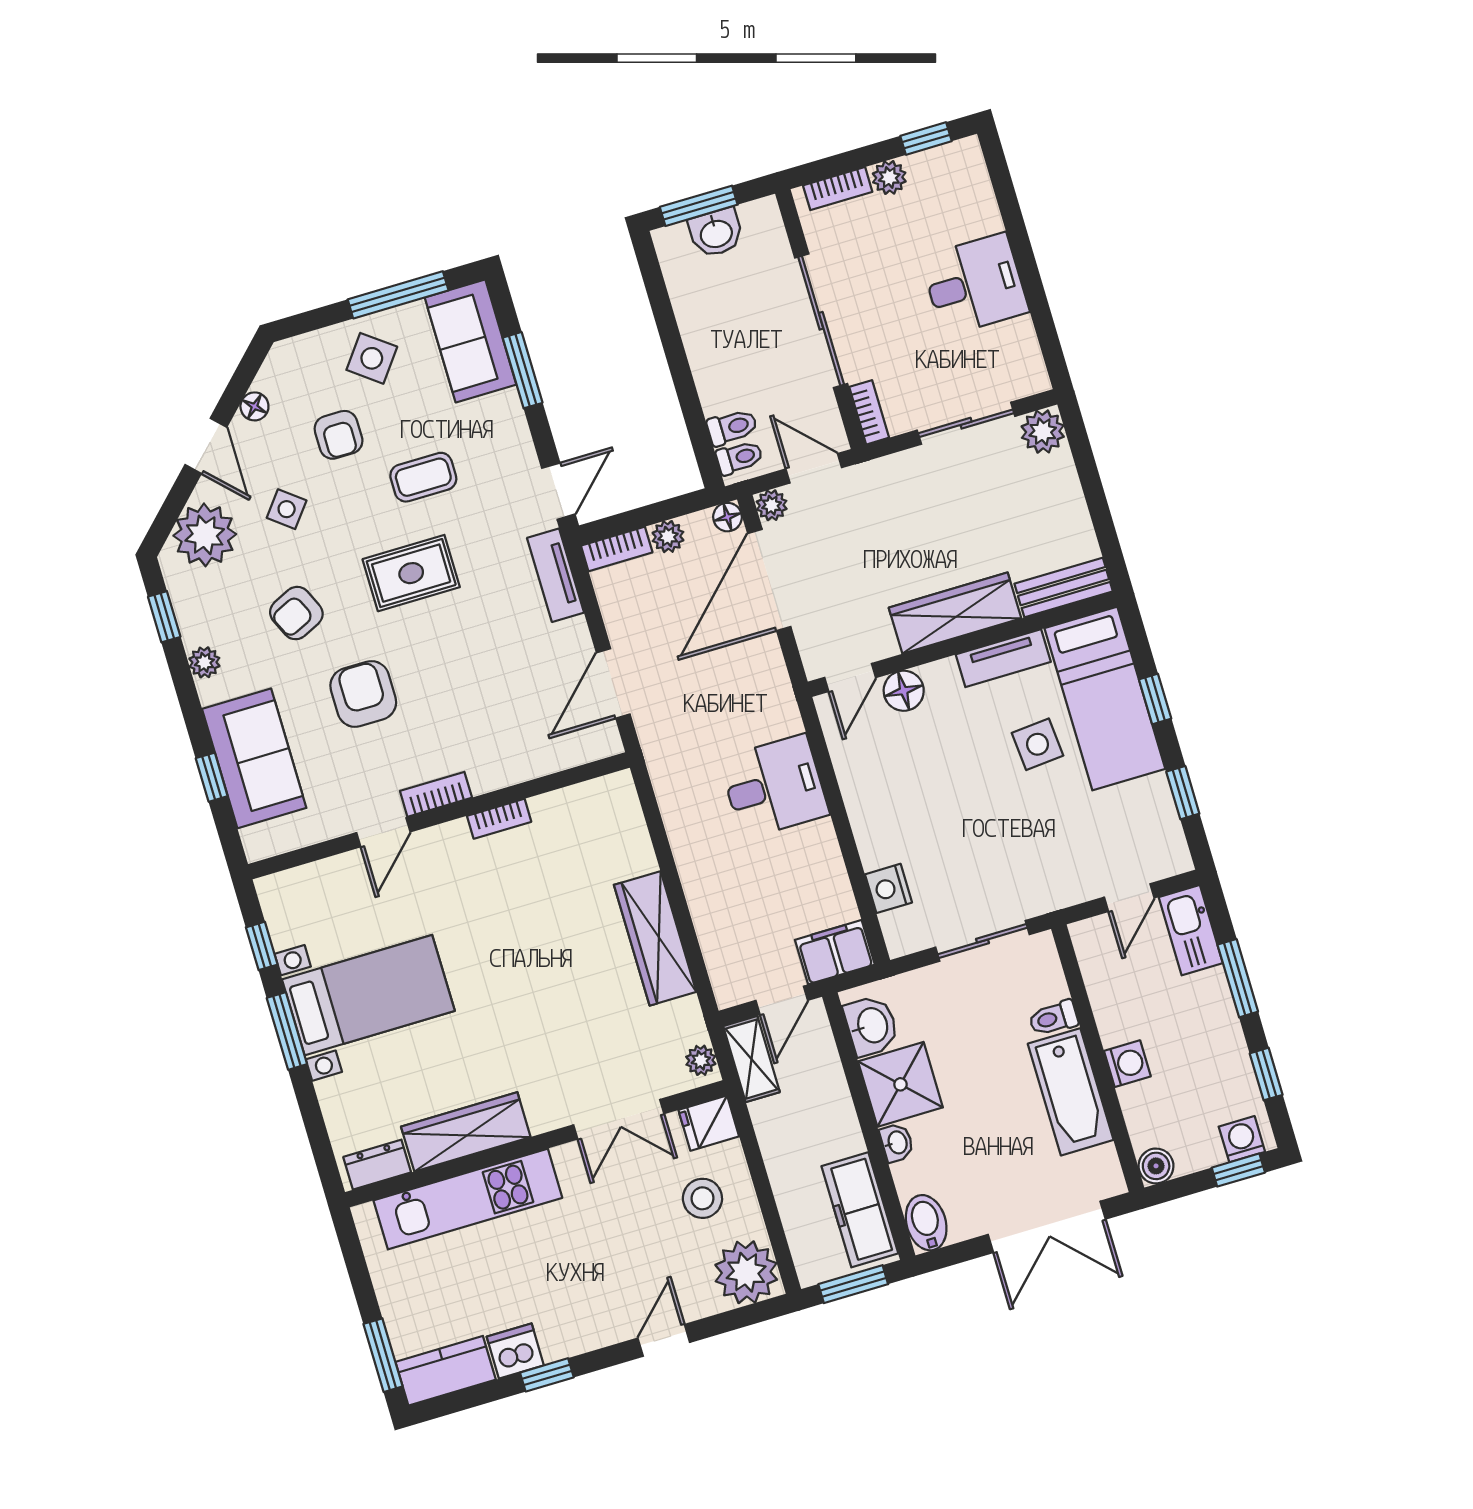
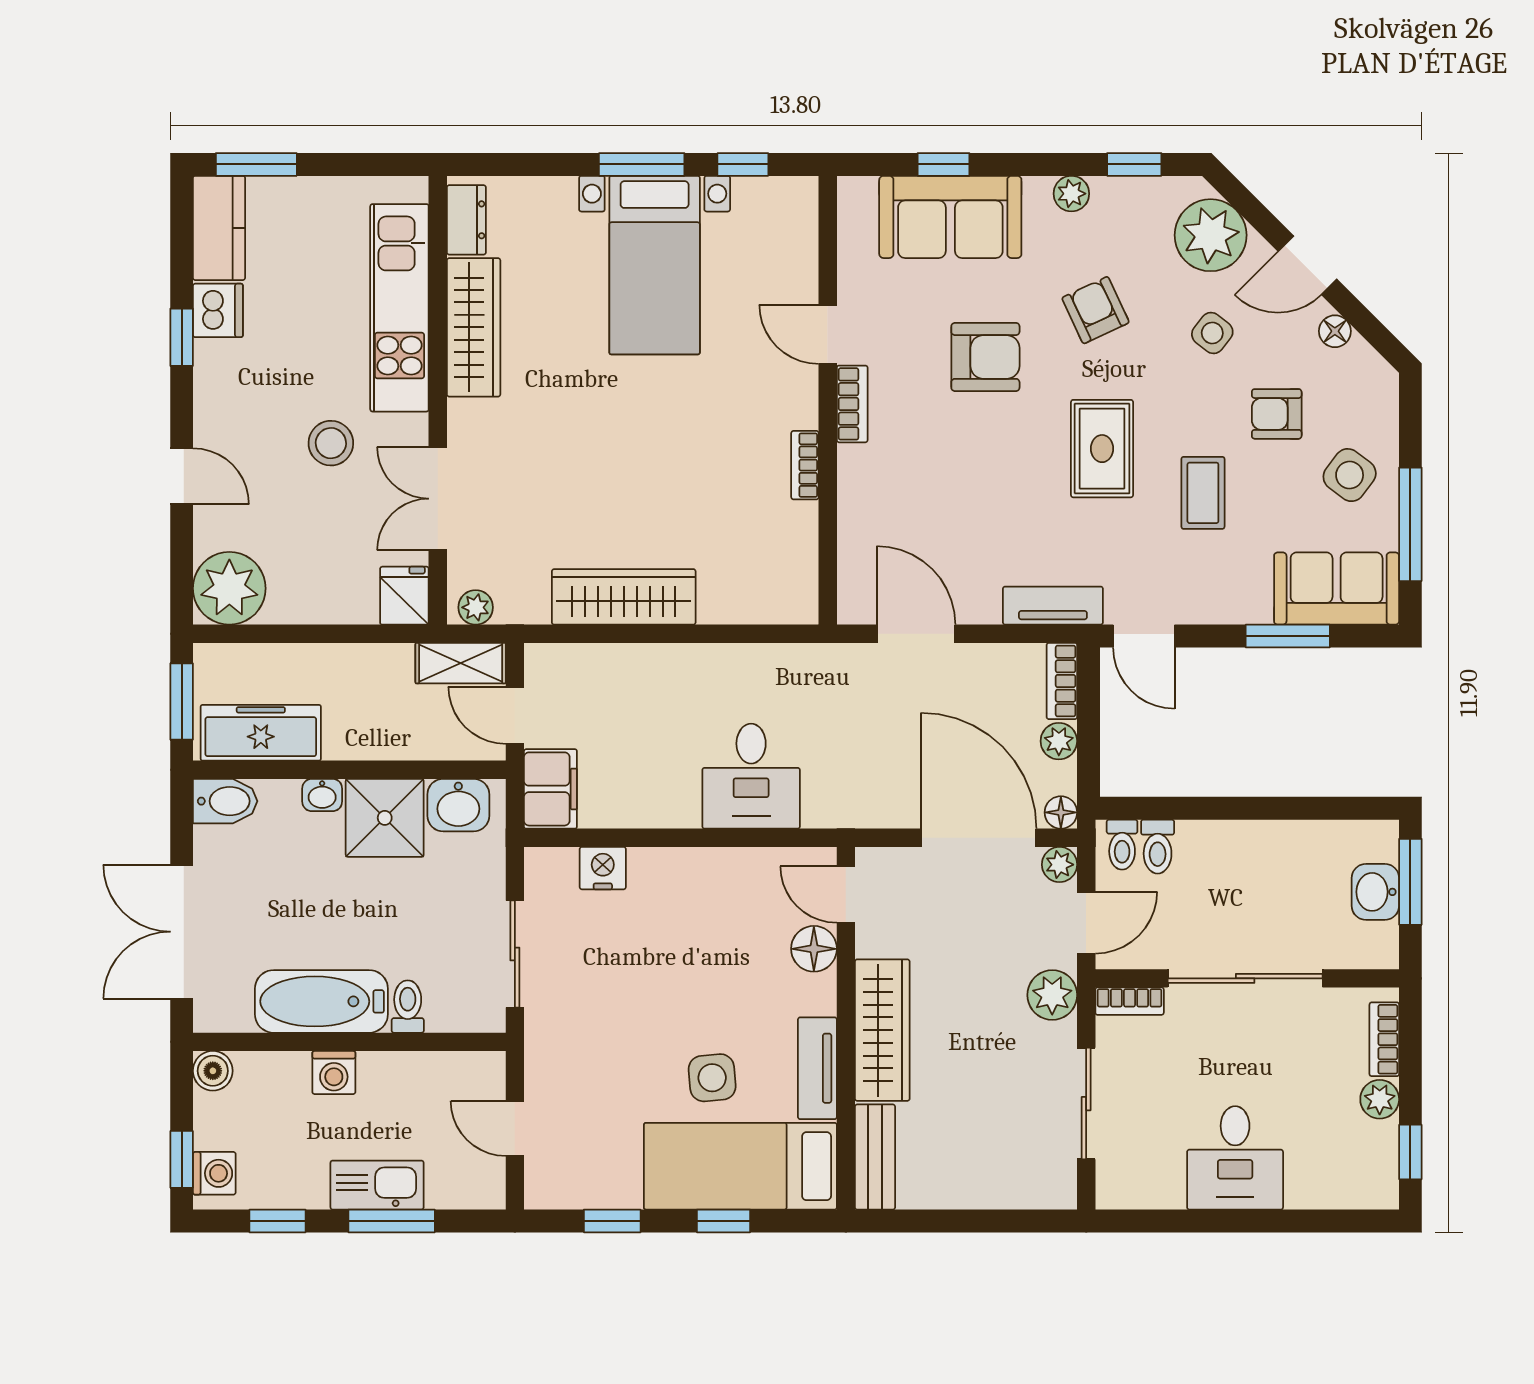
plant: (1043, 432) -> (1052, 995), moved
kitchen sink: (1191, 930) -> (377, 1185), moved
stool: (702, 1198) -> (331, 443), moved

